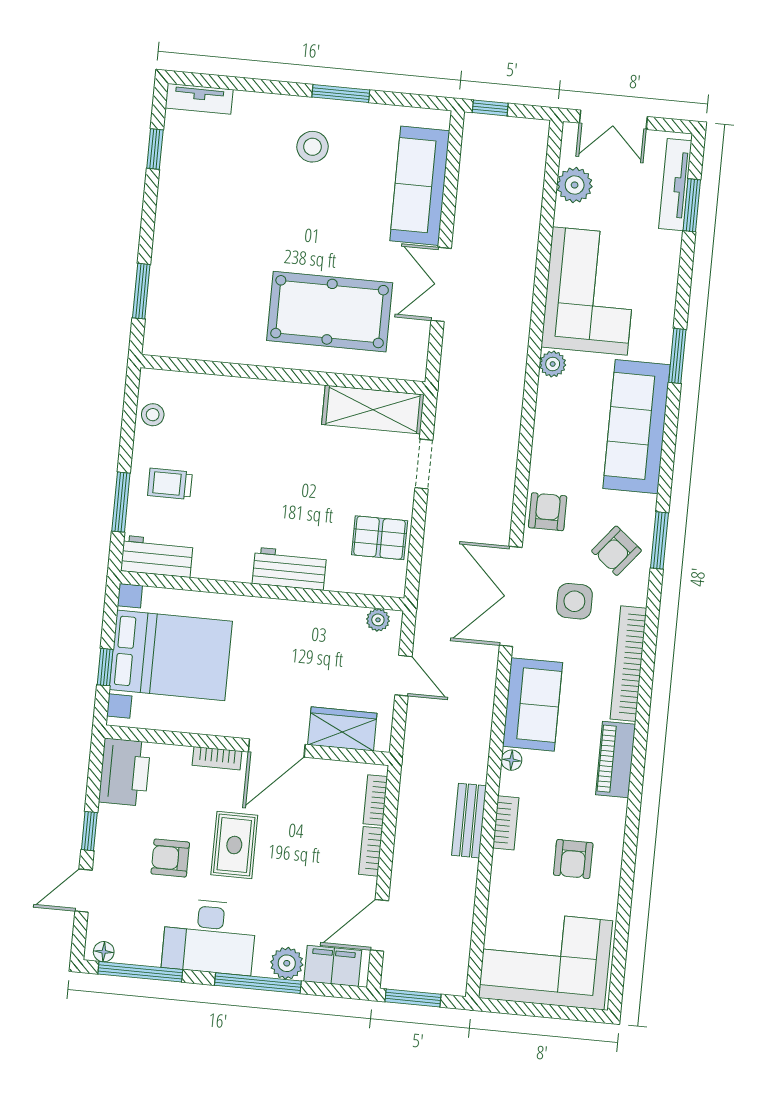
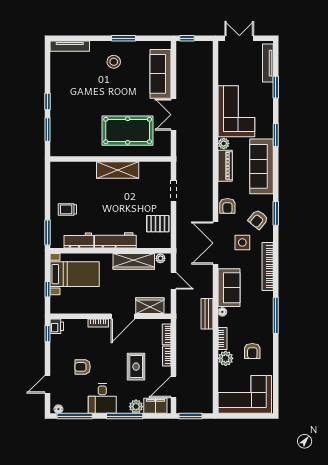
tv unit: (199, 99) -> (70, 46), width x1.41
double door: (613, 120) -> (239, 38), swing flipped
window: (155, 149) -> (47, 101), moved
plant: (575, 185) -> (226, 358), moved
window: (692, 205) -> (276, 87), moved
shelving: (373, 410) -> (118, 170), moved
stool: (153, 415) -> (57, 181), removed
window: (121, 502) -> (47, 233), moved
armchair: (548, 512) -> (227, 206), turned 180
workbench: (157, 556) -> (79, 241), moved
workbench: (289, 569) -> (115, 240), width x1.38
wardrobe: (315, 621) -> (134, 261), added
bed with nightstands: (171, 655) -> (75, 274), width x0.73
piano: (616, 760) -> (225, 166), moved, turned 180
printer: (125, 772) -> (57, 326), width x0.53, depth x0.68
window: (636, 780) -> (276, 315), added
bench: (469, 821) -> (207, 314), moved
window: (89, 831) -> (47, 334), moved
rug: (234, 845) -> (136, 367), moved
desk: (209, 937) -> (102, 398), width x0.73

